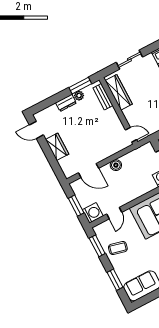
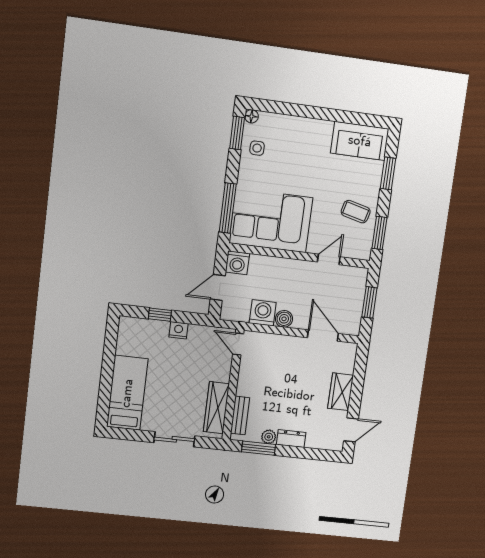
door: (36, 130) -> (351, 430), hinge flipped
washing machine: (93, 213) -> (263, 313), moved, turned 90

